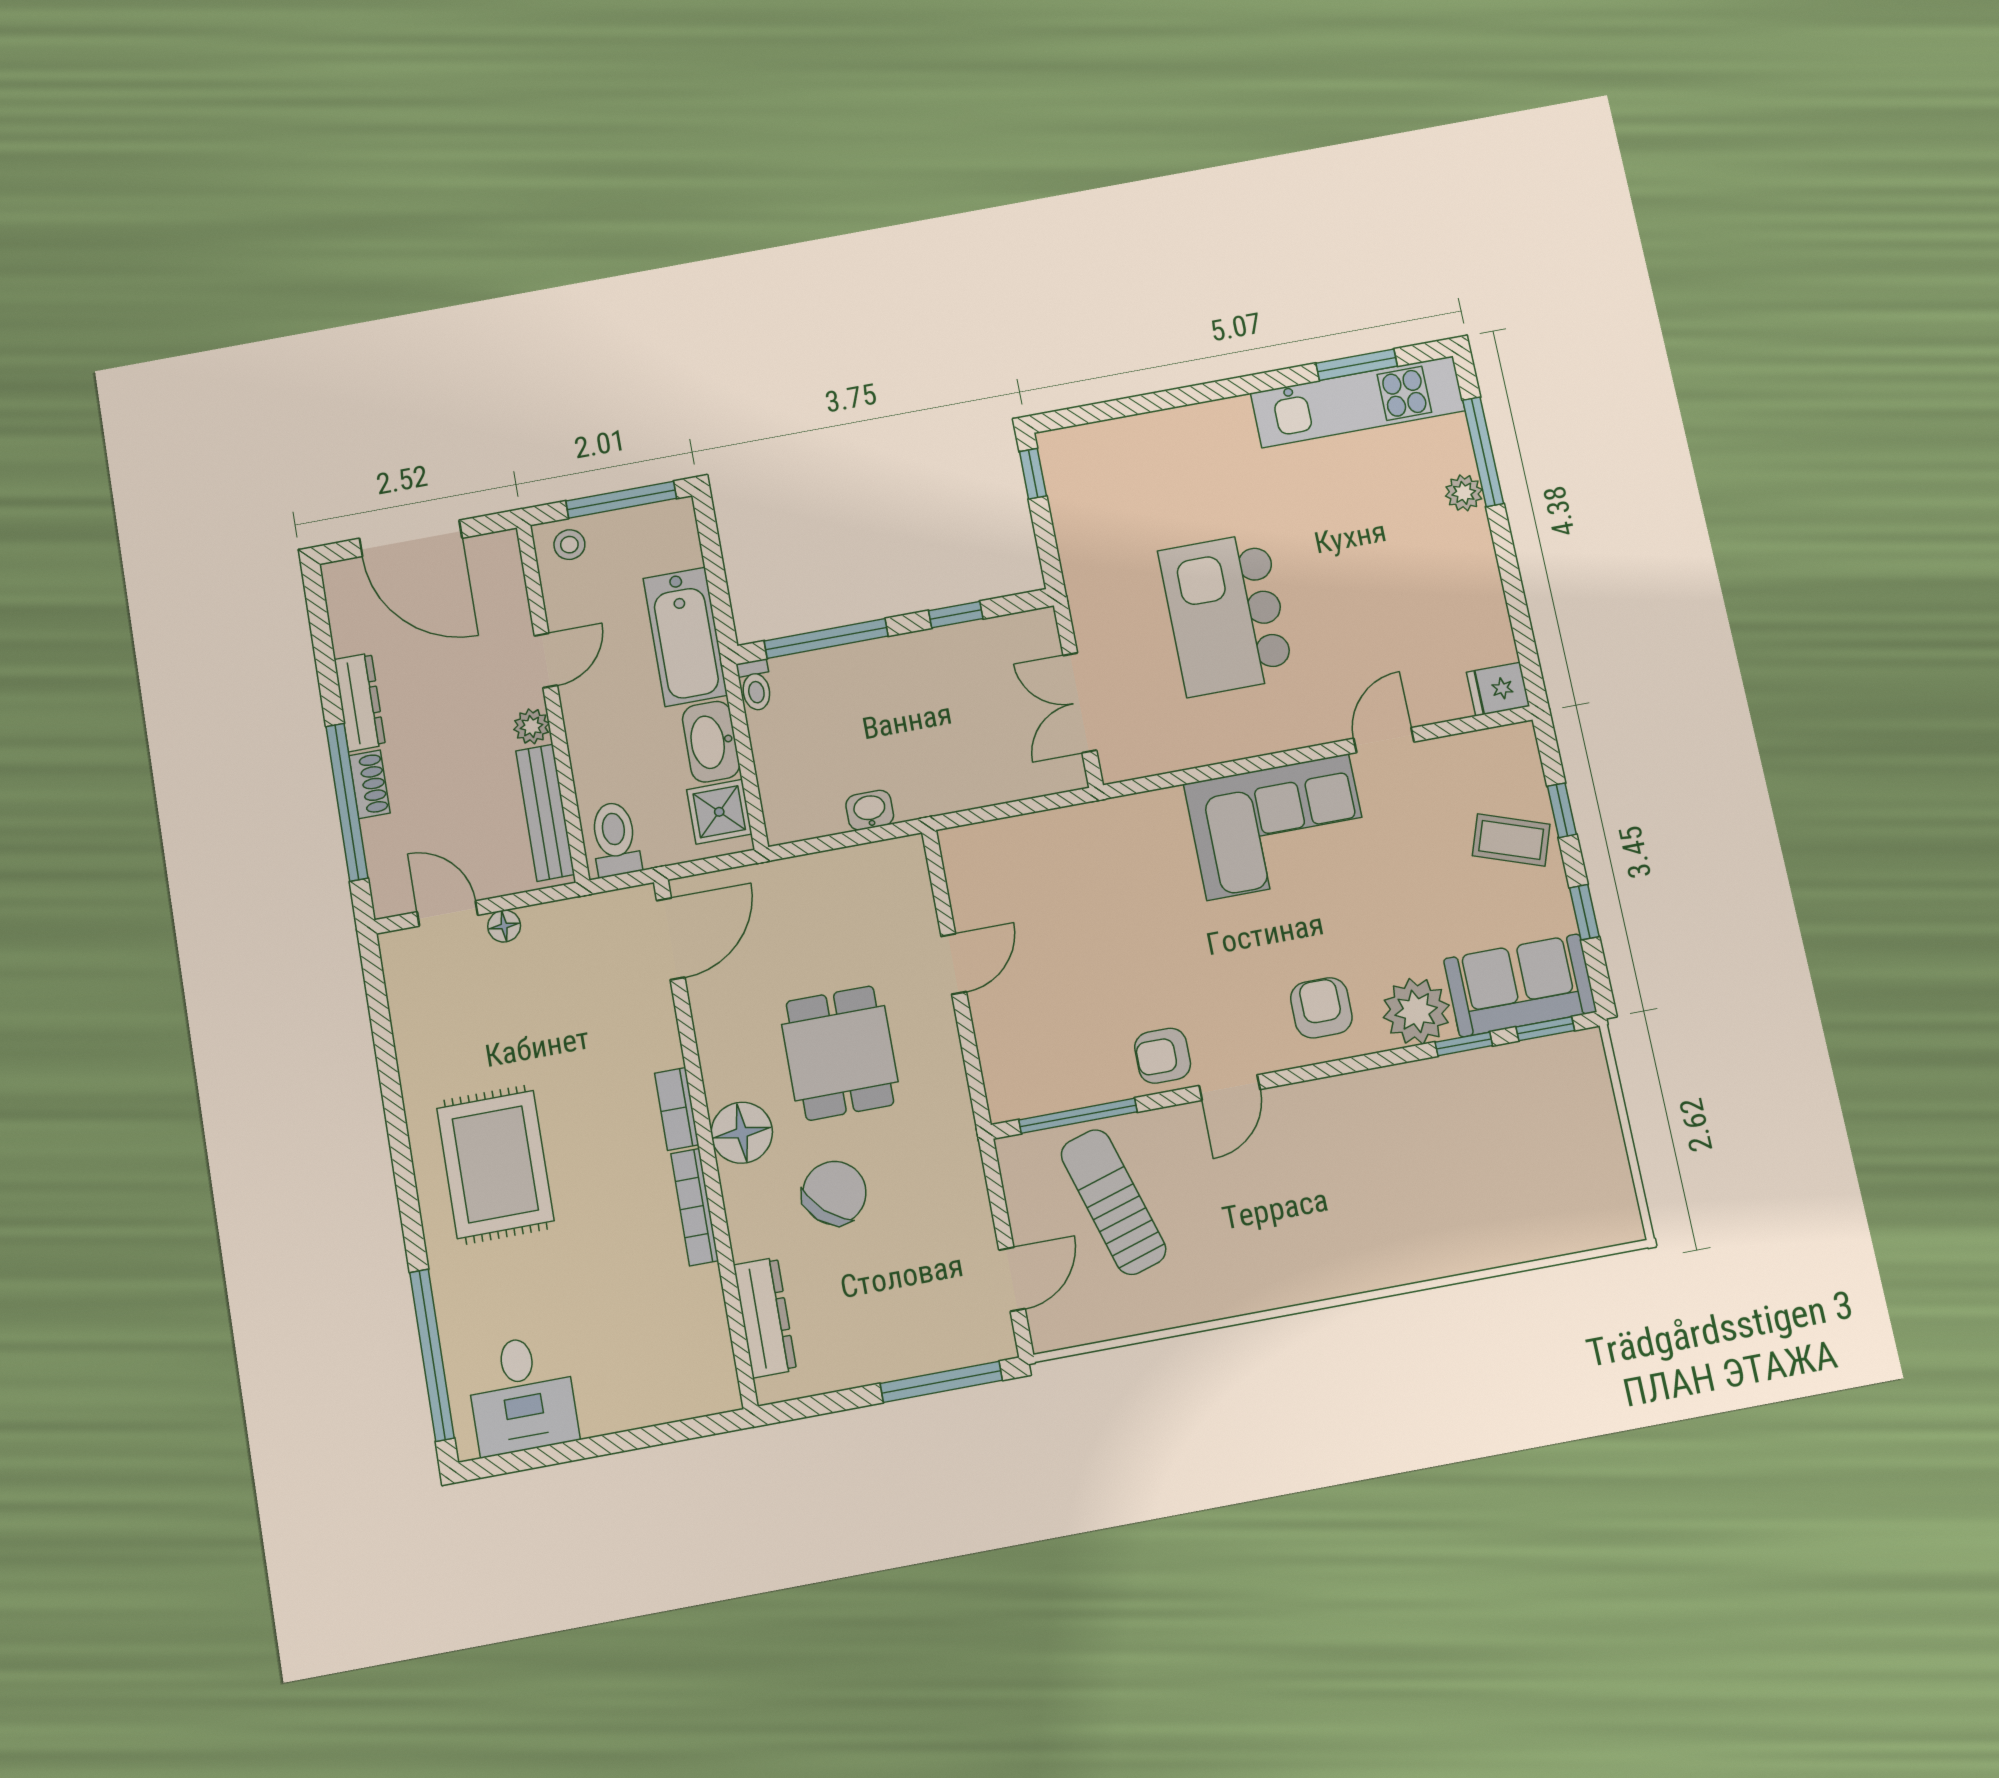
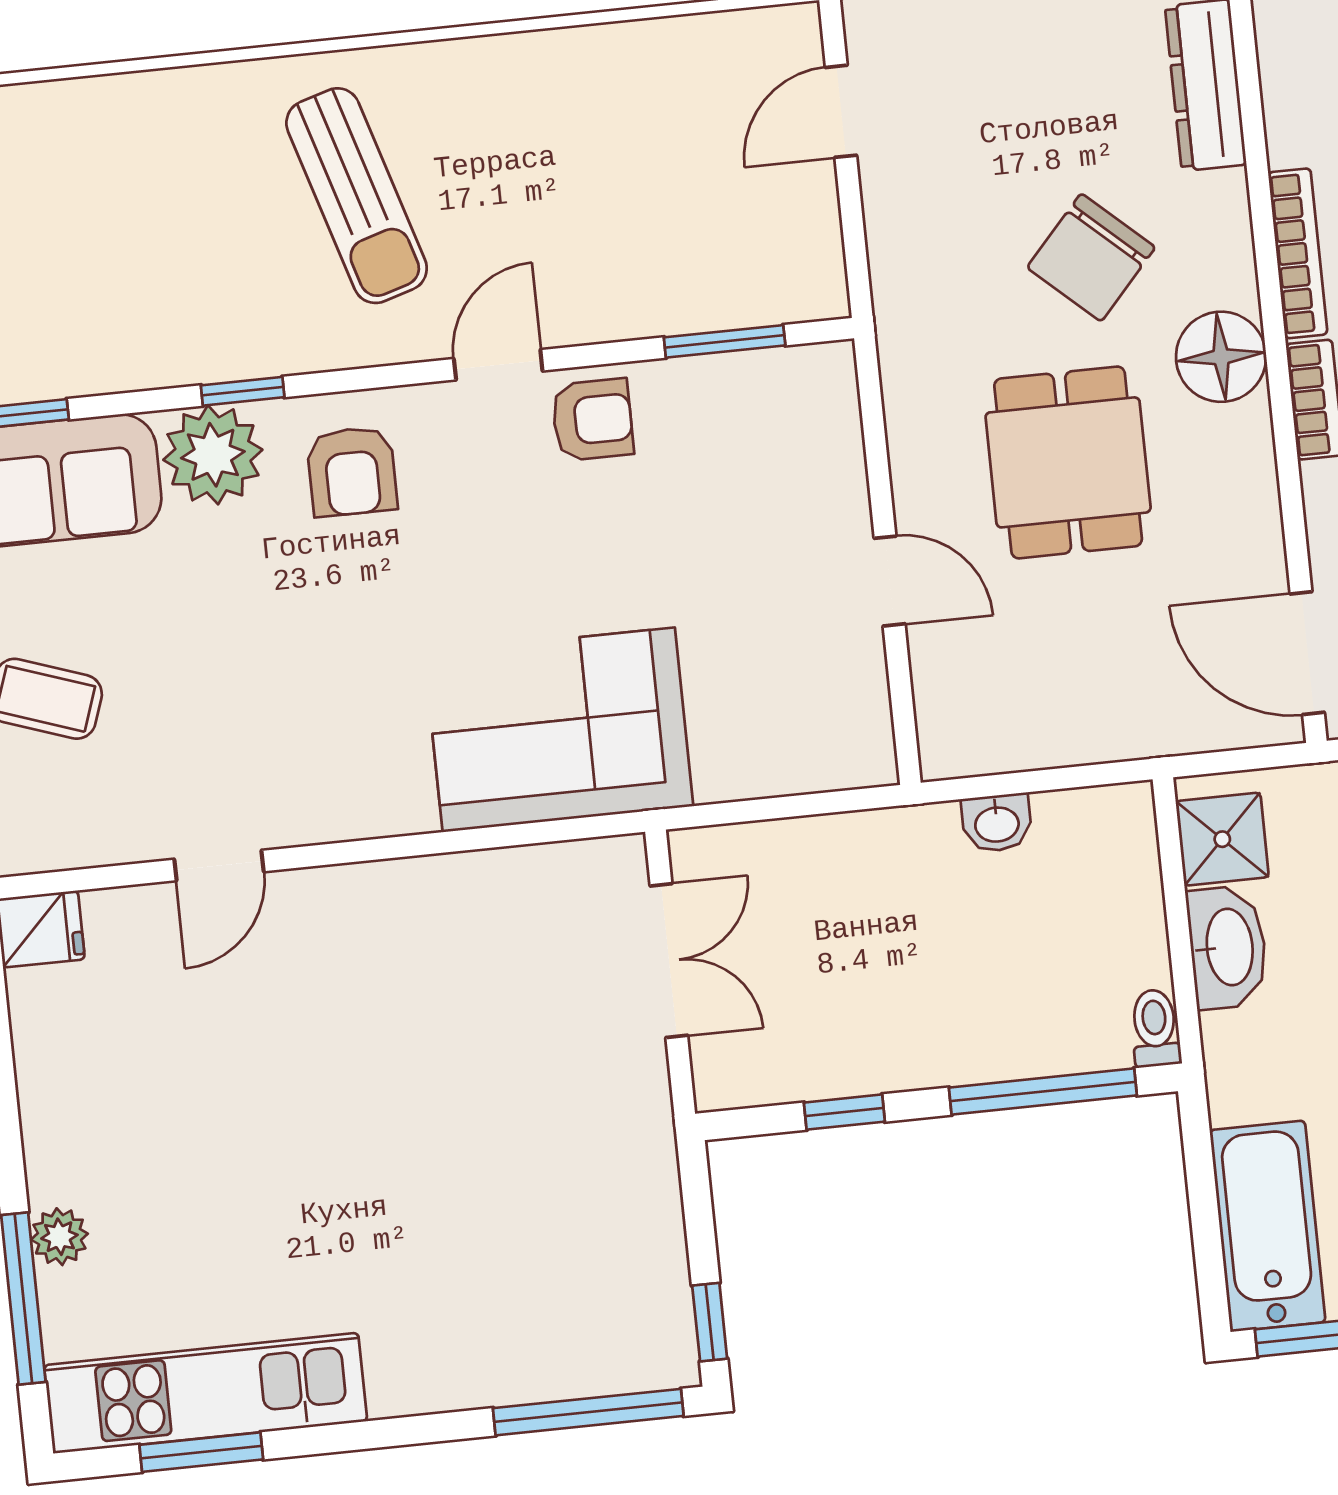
window: (1107, 411) -> (588, 1412), added
kitchen island: (1226, 614) -> (437, 1078), removed
bathtub: (685, 637) -> (1268, 1226), moved
corner sofa: (1278, 827) -> (559, 730), moved
door: (671, 939) -> (1307, 653), hinge flipped
door: (954, 964) -> (890, 581), swing flipped
window: (1464, 1044) -> (243, 391), moved
window: (1078, 1116) -> (725, 341), width x0.69
sun lounger: (1113, 1202) -> (357, 196), moved

